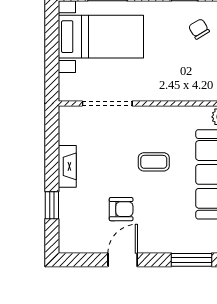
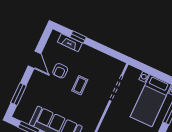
coffee table: (154, 162) -> (80, 85), moved
fireplace: (67, 166) -> (70, 43), moved

